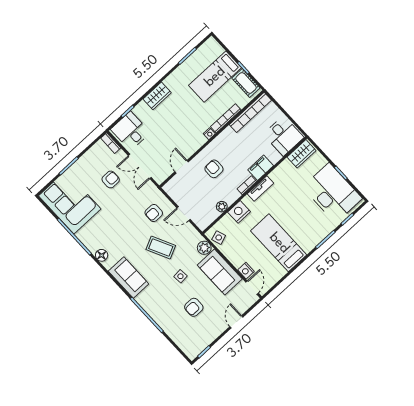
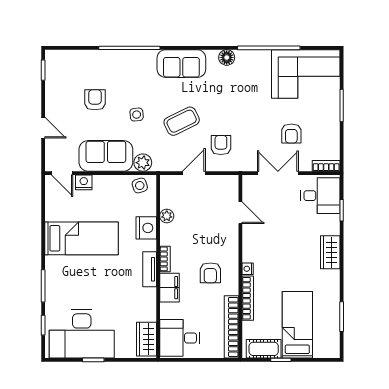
armchair: (214, 169) -> (210, 273), moved, turned 90

